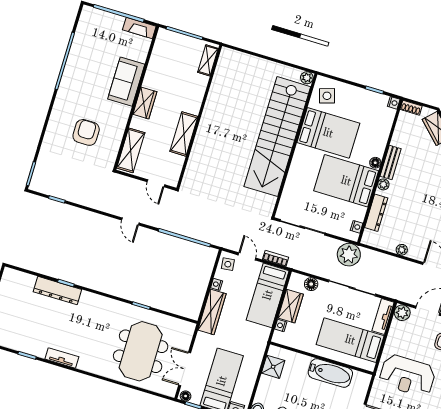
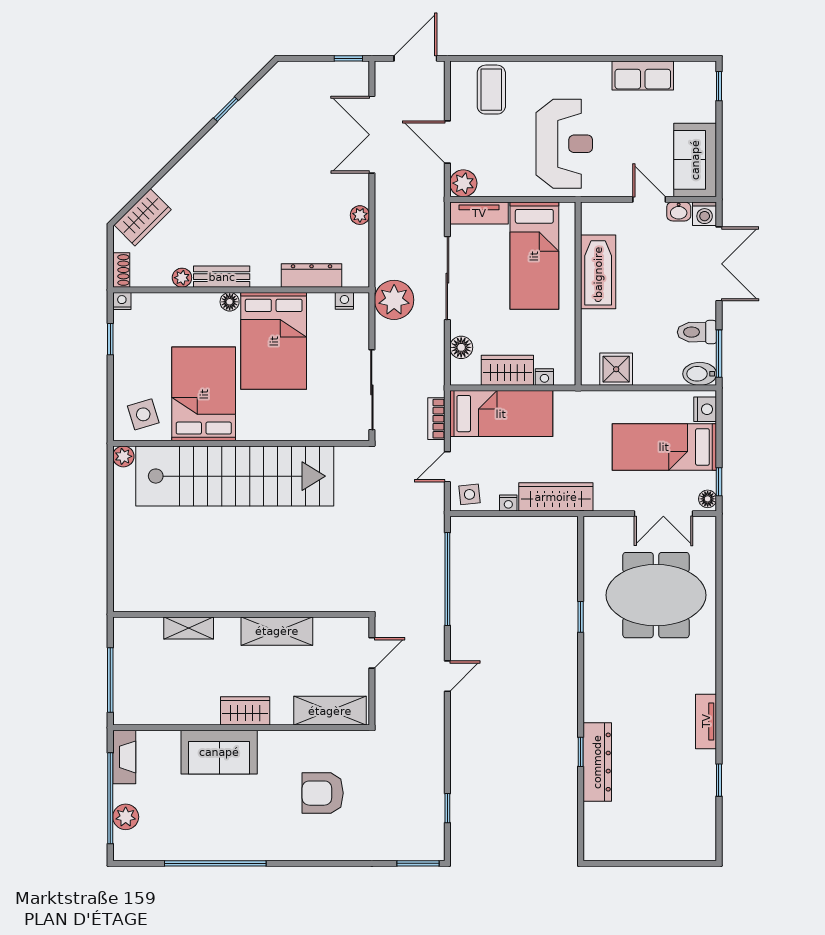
plant: (106, 19) -> (126, 817), added
shelving: (208, 60) -> (189, 628), moved
plant: (383, 184) -> (182, 278), moved

